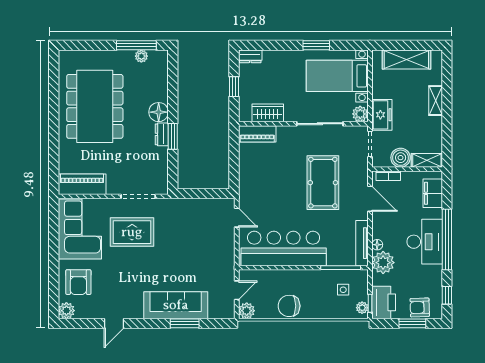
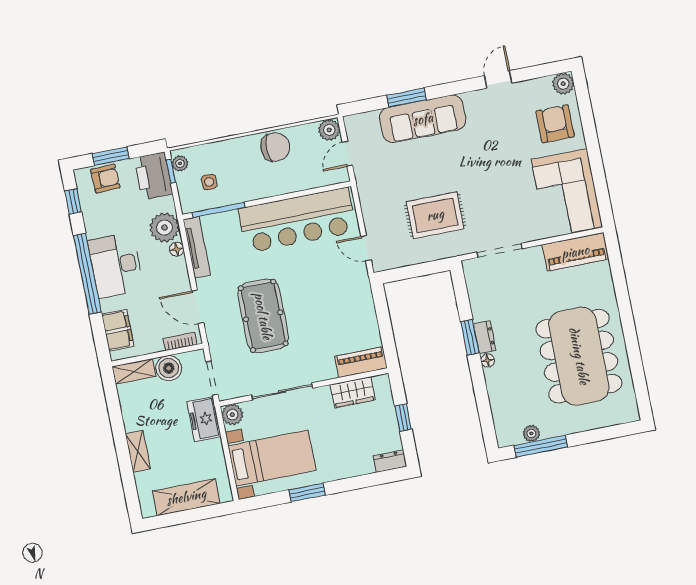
floor lamp: (159, 112) -> (488, 360), width x0.53, depth x0.53
rug: (132, 232) -> (435, 215), moved

